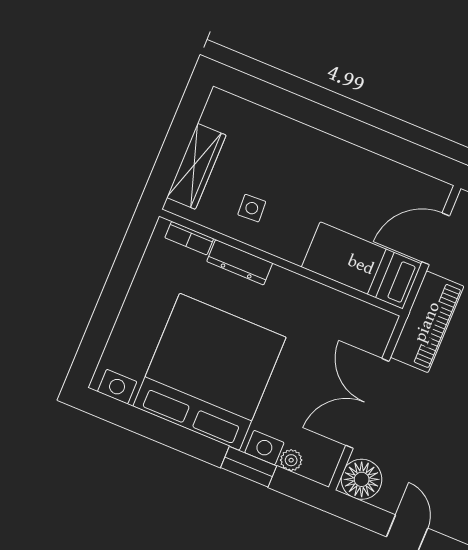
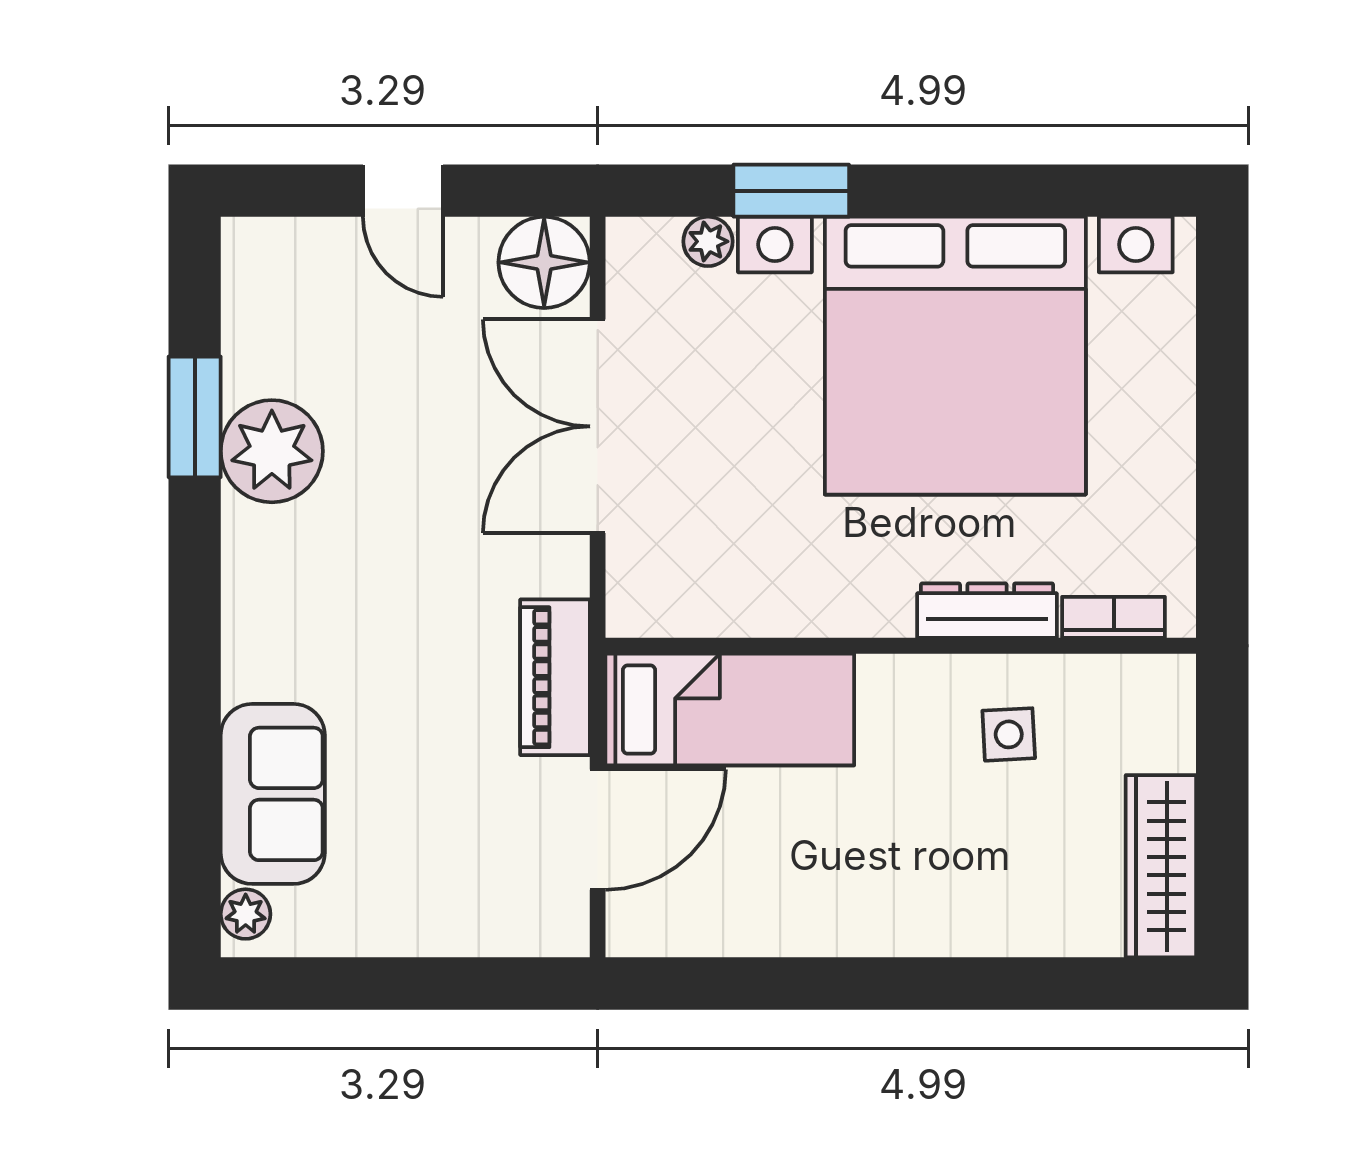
wardrobe: (196, 166) -> (1161, 866), moved
piano: (427, 322) -> (555, 677), width x0.73, depth x0.75
double door: (367, 403) -> (598, 426), swing flipped

